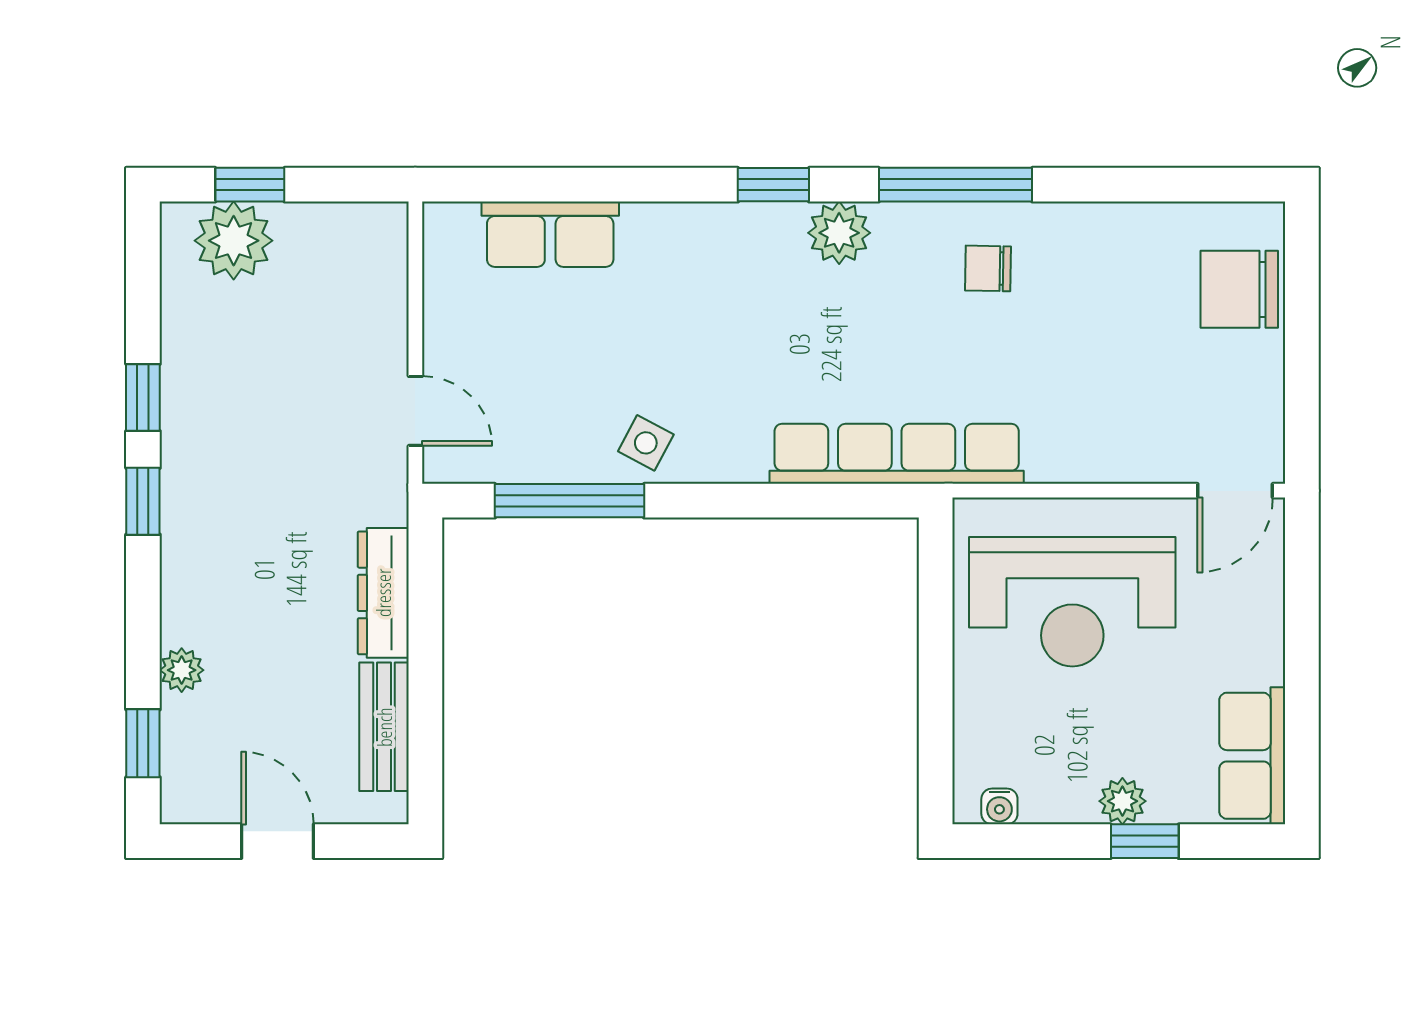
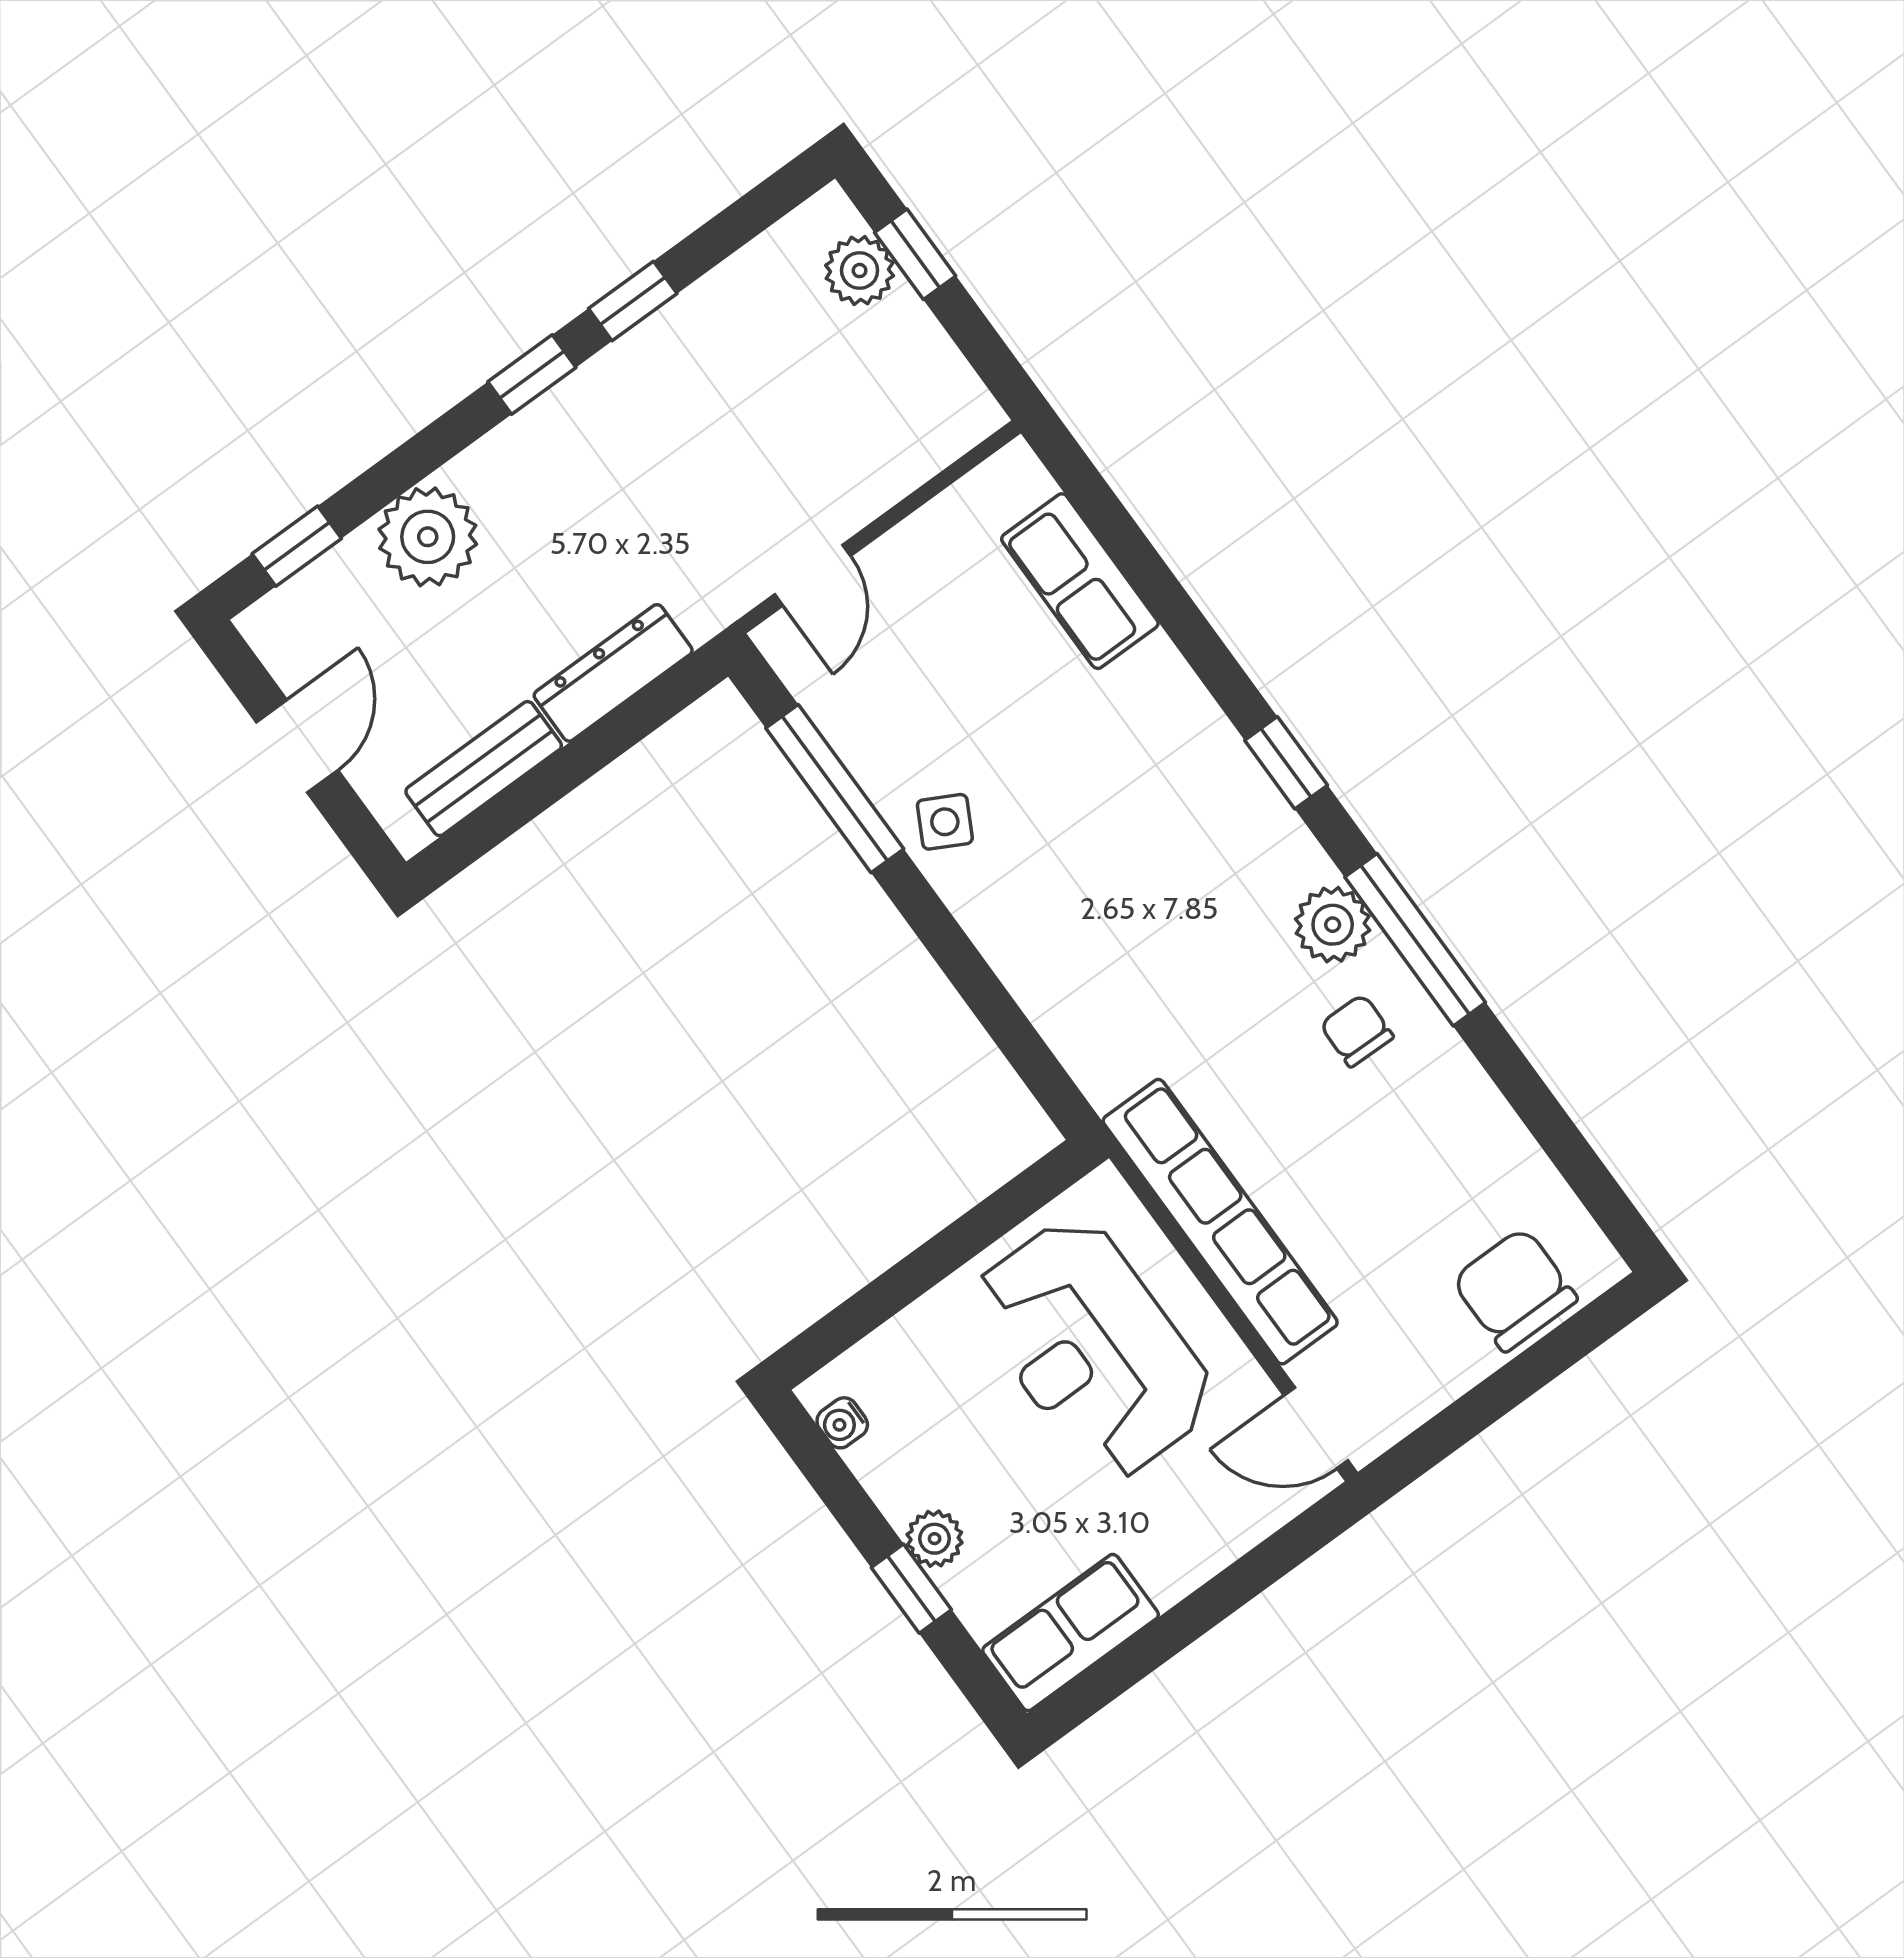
plant: (839, 233) -> (1333, 925), moved
plant: (234, 241) -> (860, 271), width x0.73, depth x0.73
row of seats: (897, 454) -> (1220, 1222), moved
plant: (182, 670) -> (428, 537), width x1.88, depth x1.88

